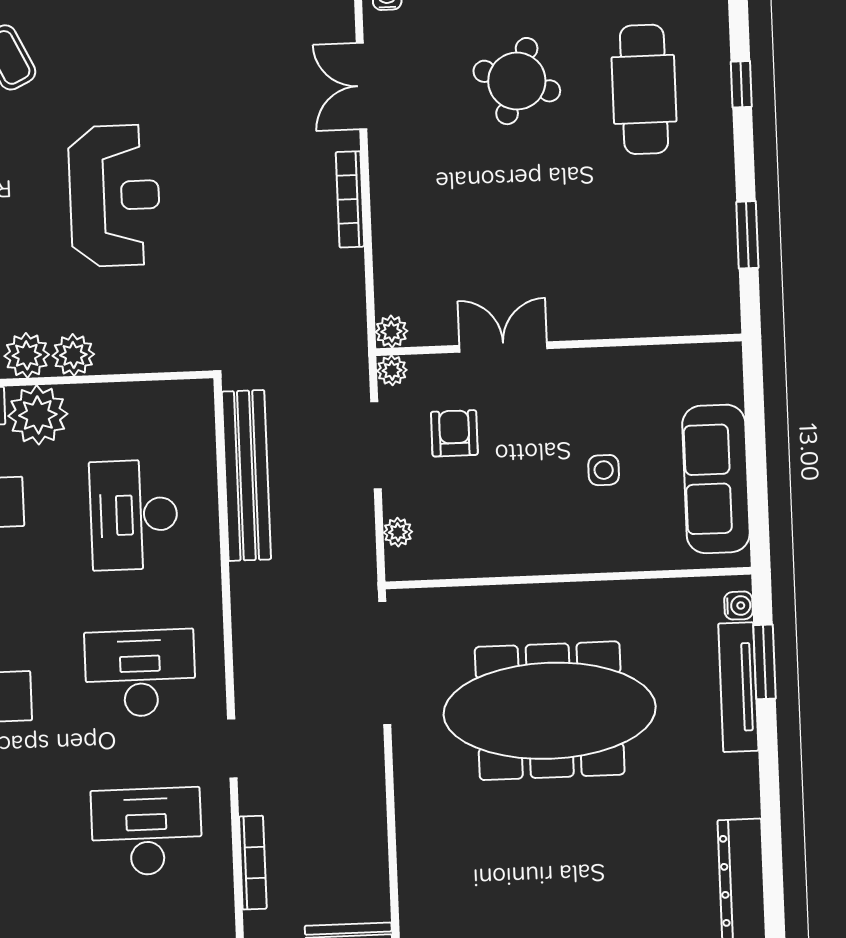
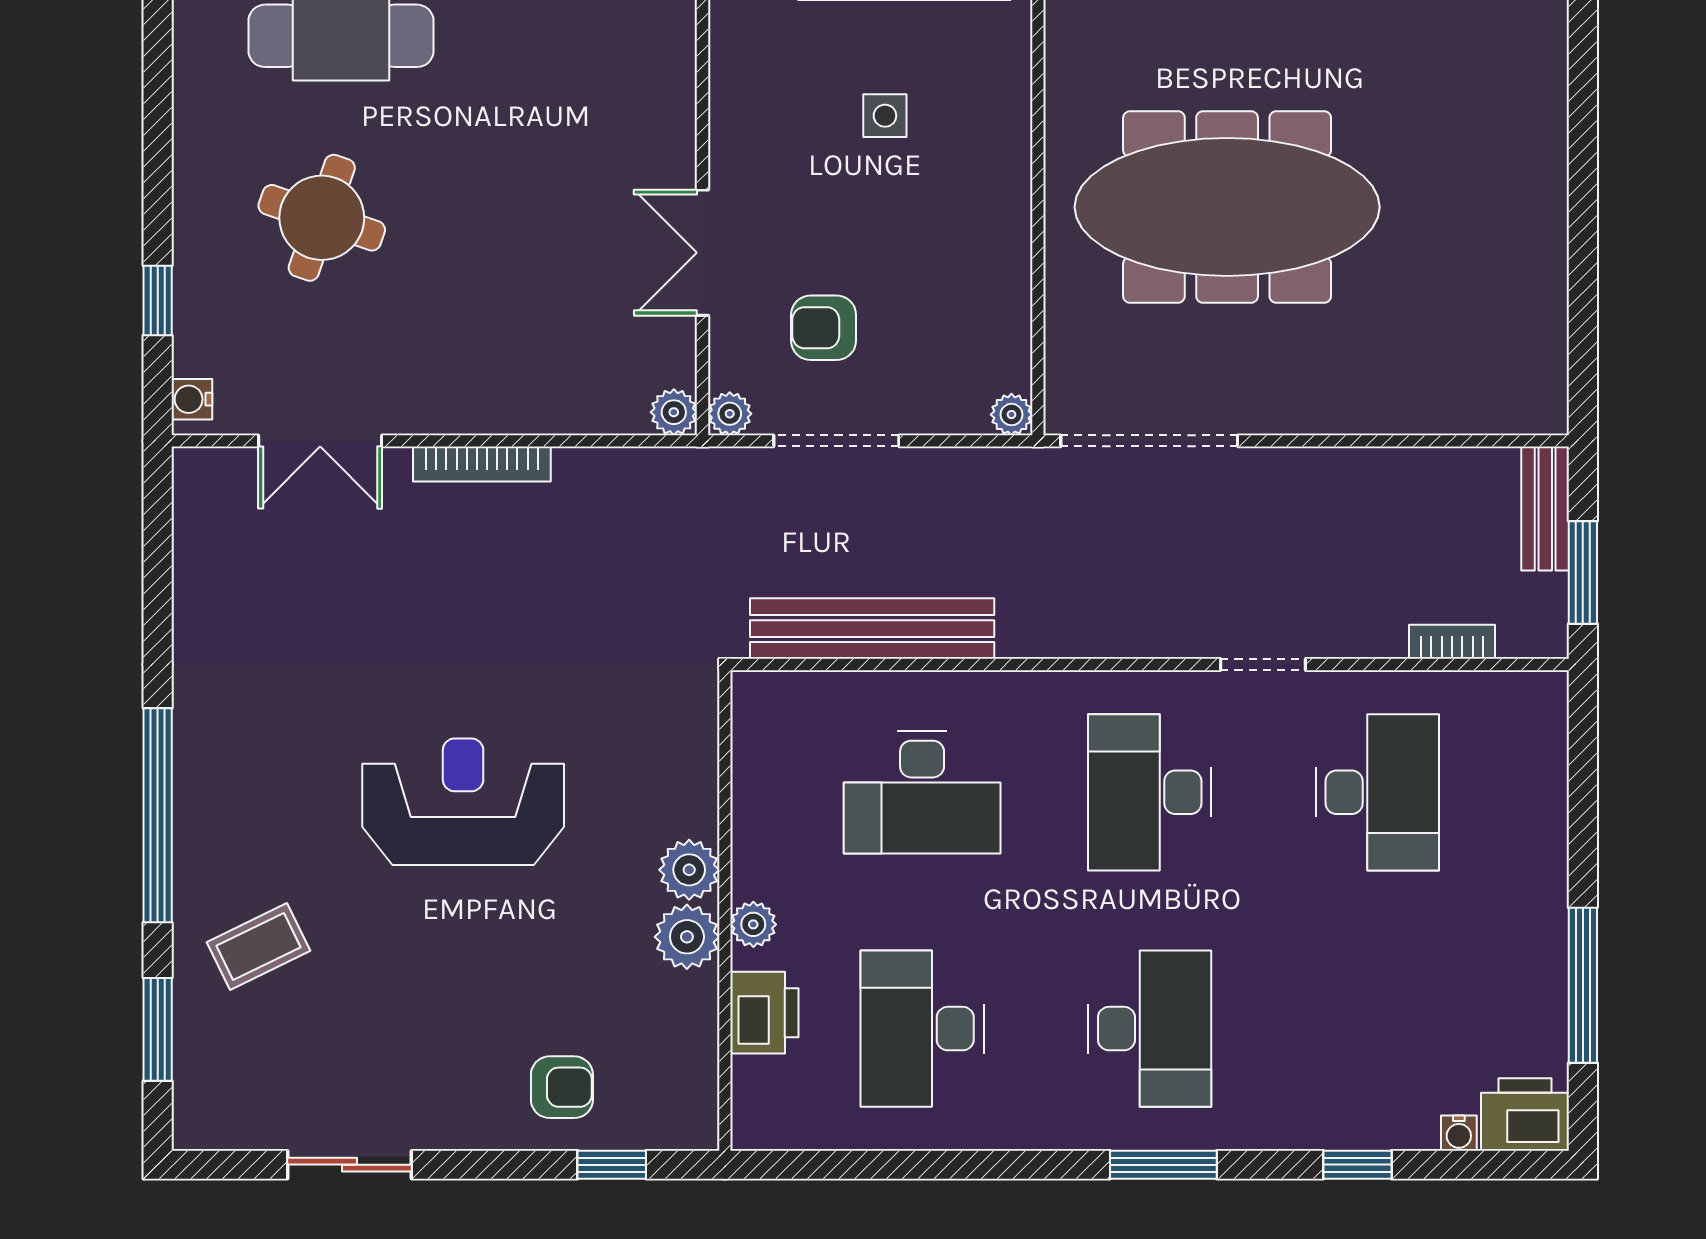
plant: (38, 415) -> (753, 924), width x0.53, depth x0.53
plant: (398, 532) -> (1011, 415), moved
meeting table: (550, 711) -> (1227, 207), turned 90
desk: (147, 832) -> (1377, 792), turned 180
bookcase: (253, 863) -> (1452, 642), width x0.64

